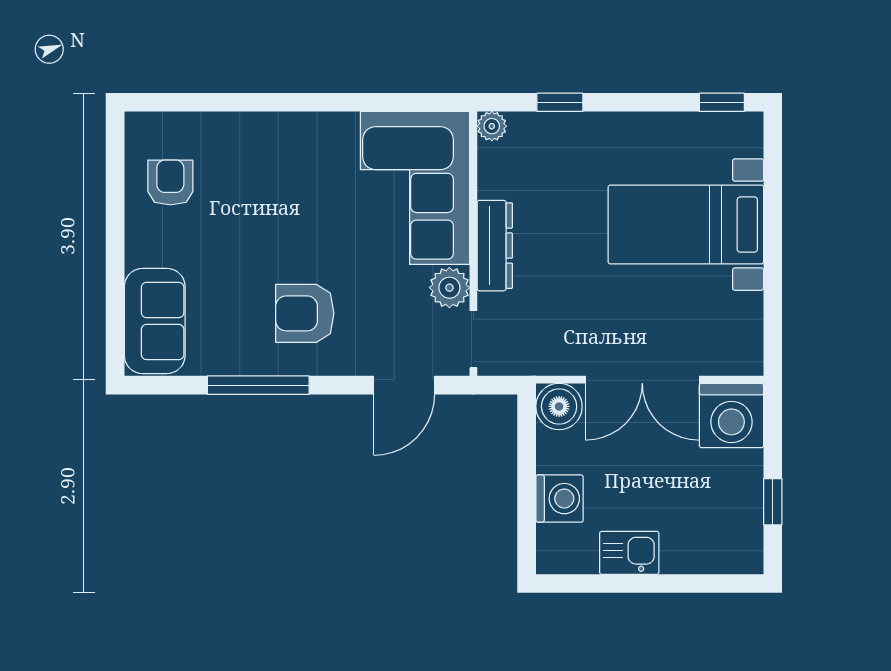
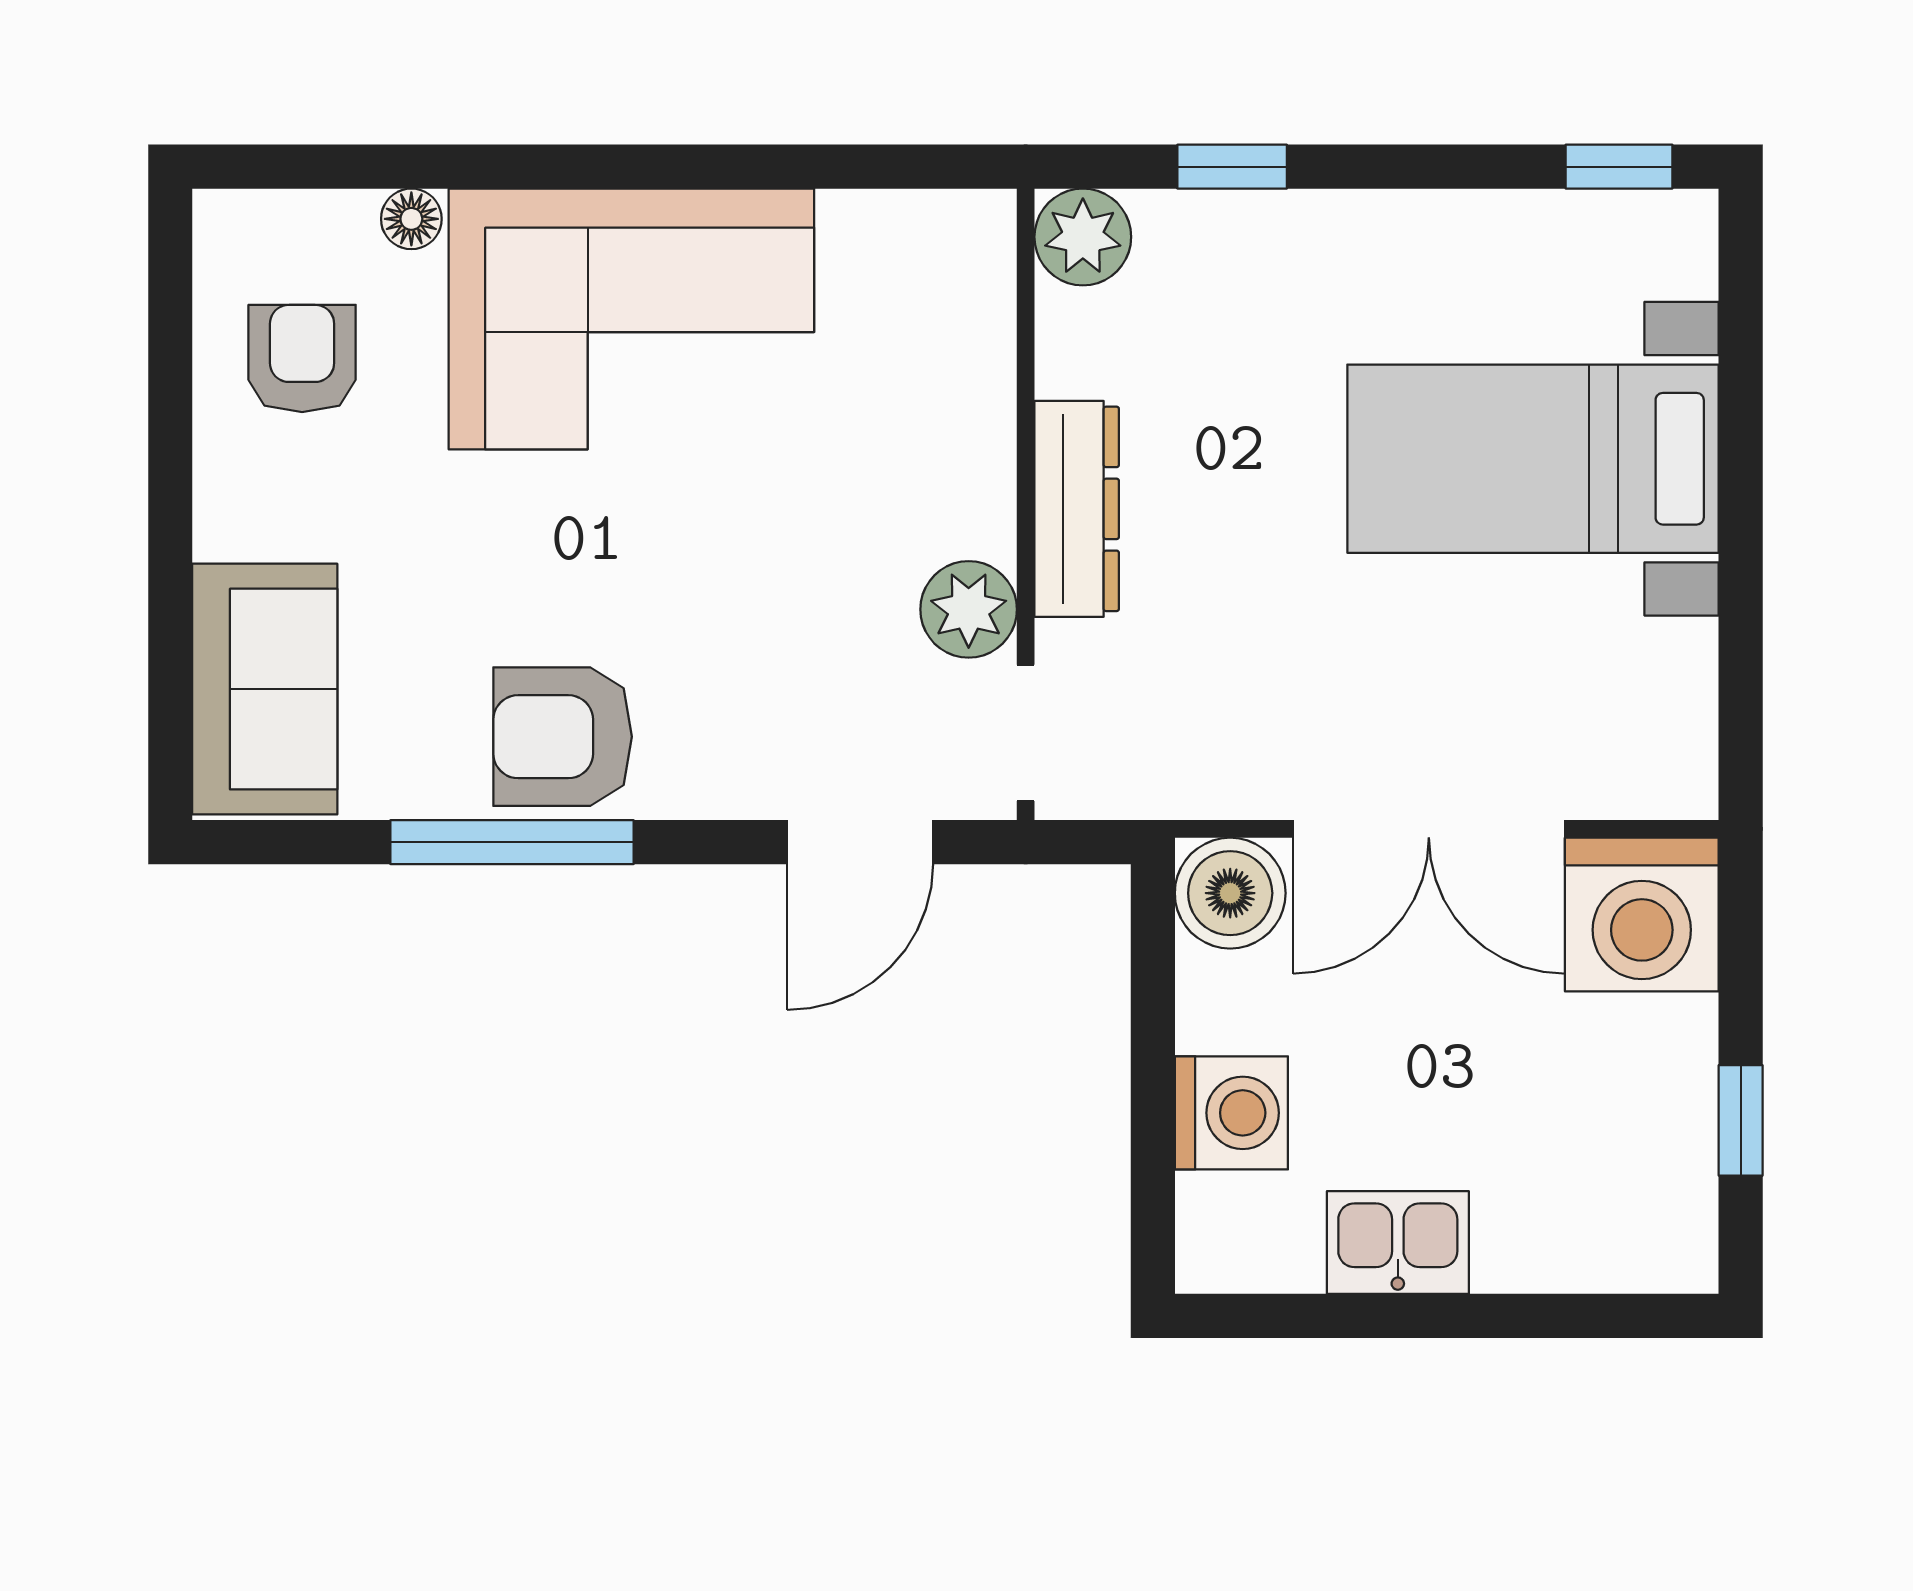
floor lamp: (216, 124) -> (411, 219), added
plant: (492, 126) -> (1083, 237), width x1.38, depth x1.38
corner sofa: (415, 188) -> (631, 319), moved, turned -90
armchair: (305, 313) -> (563, 737), moved

